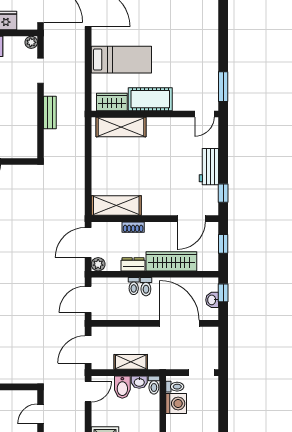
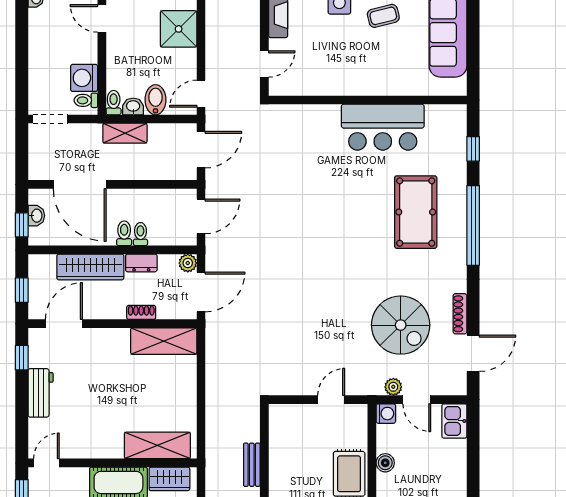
shelving: (131, 362) -> (125, 133), moved

